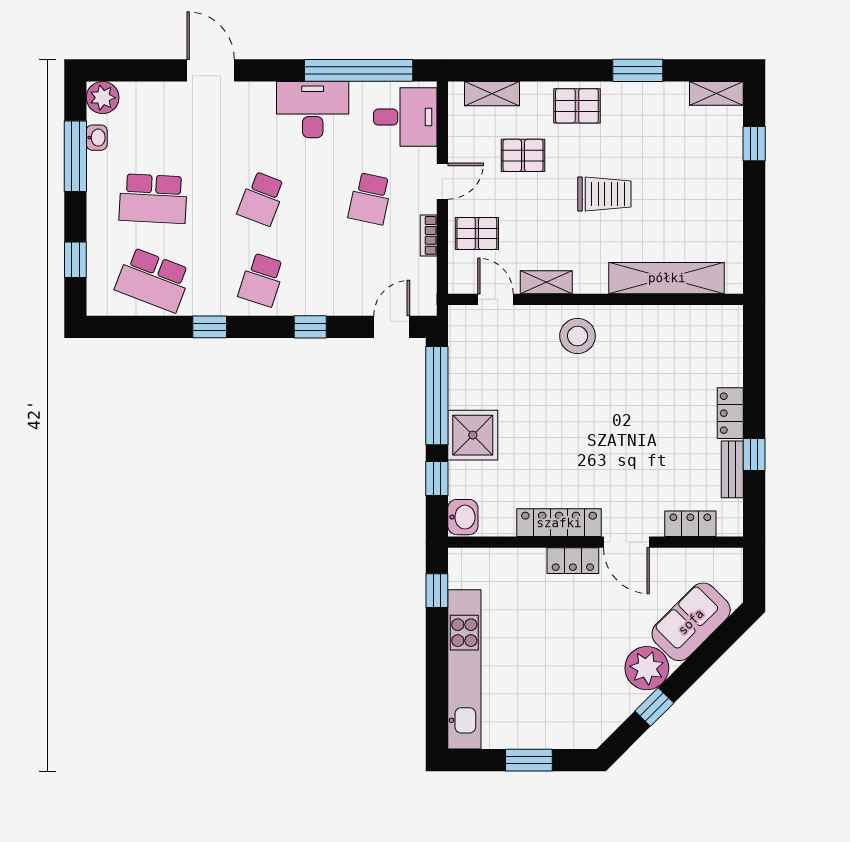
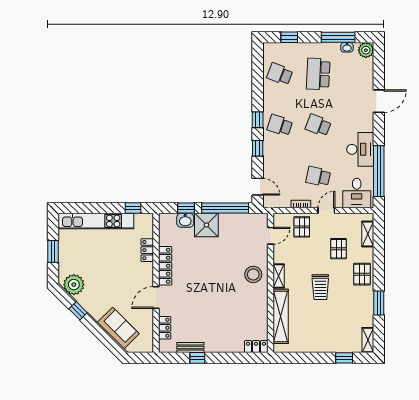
door: (442, 181) -> (326, 211), swing flipped
school desk: (153, 280) -> (280, 74), width x0.54
shelving: (546, 282) -> (279, 276), moved
window: (210, 327) -> (258, 120), moved
locker: (730, 413) -> (256, 347), moved
washbasin: (463, 517) -> (185, 220), moved
locker: (573, 561) -> (147, 250), moved
plant: (647, 668) -> (74, 285), moved

